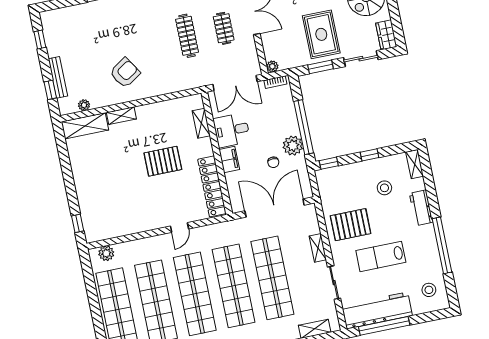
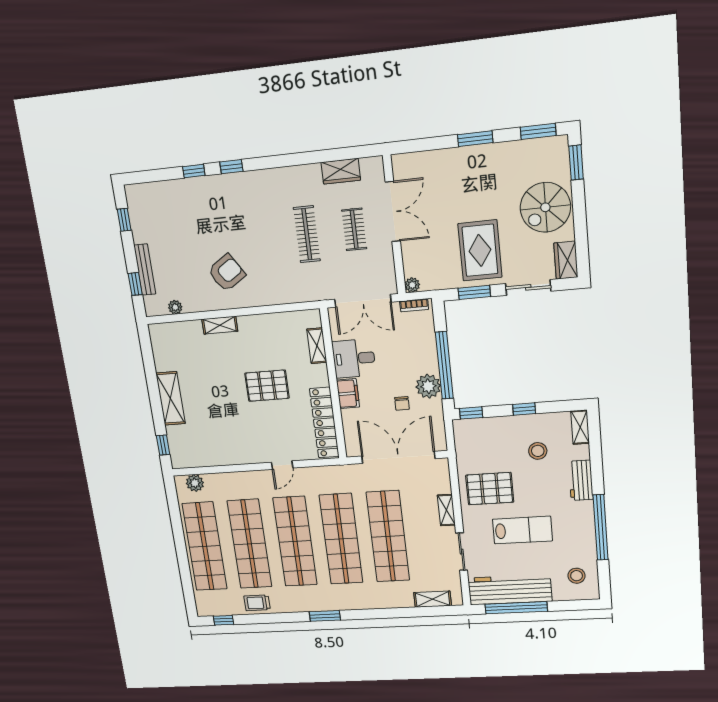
shelving: (85, 126) -> (170, 398), moved, turned 90
lab bench: (381, 256) -> (522, 530), turned 180

